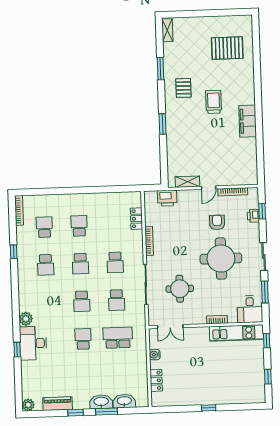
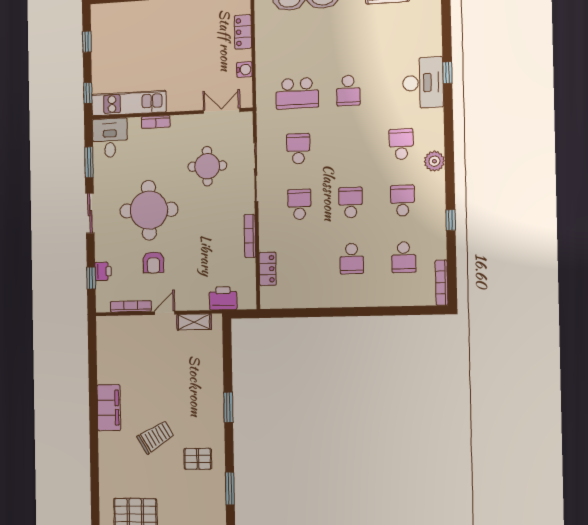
pallet: (183, 88) -> (198, 459), turned 90
trolley: (214, 102) -> (156, 437), turned -121
school desk: (82, 301) -> (401, 144), moved
plant: (26, 319) -> (434, 161), moved

